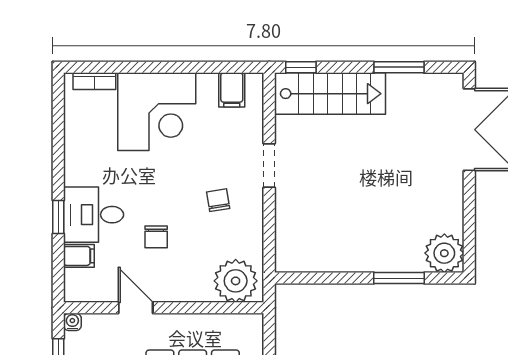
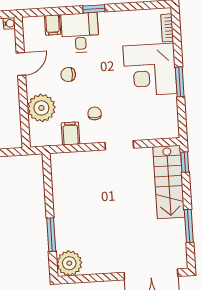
window: (178, 67) -> (180, 82), added
filing cabinet: (232, 90) -> (71, 134), moved, turned 90
chair: (218, 200) -> (95, 113), turned -81
window: (58, 217) -> (94, 9), moved
plant: (236, 281) -> (41, 108), moved

